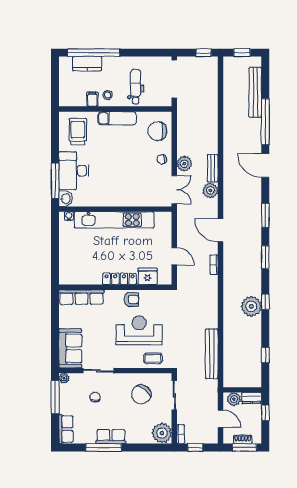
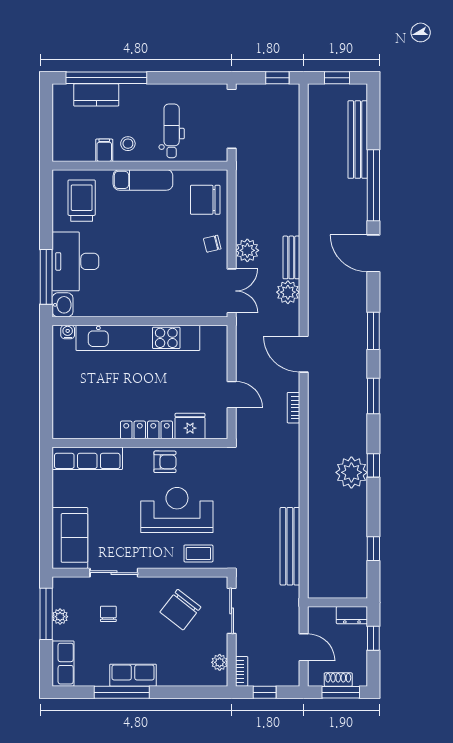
plant: (64, 378) -> (60, 617), moved
plant: (234, 399) -> (324, 617), removed
plant: (162, 433) -> (220, 662), width x0.53, depth x0.53

